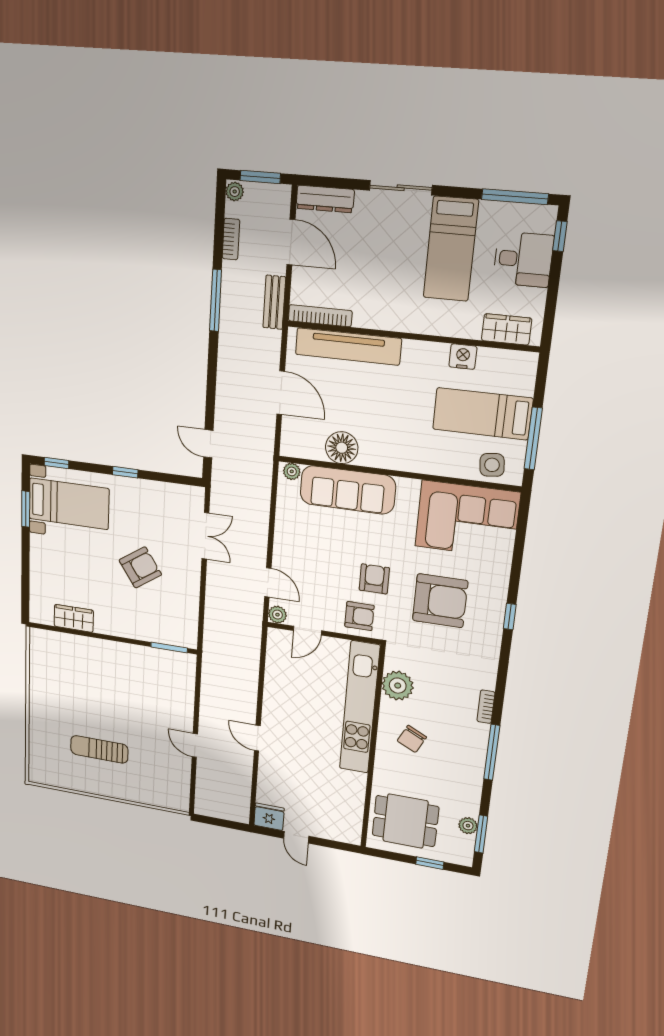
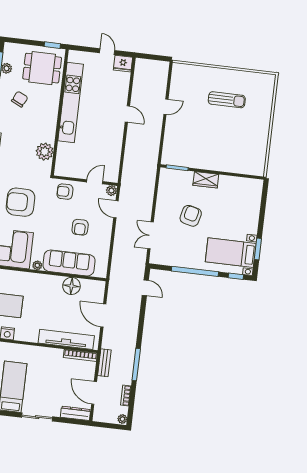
window: (260, 177) -> (109, 426), removed
plant: (292, 471) -> (37, 265), moved
window: (125, 472) -> (195, 271), width x3.17
armchair: (140, 567) -> (191, 216), turned 138
armchair: (374, 579) -> (80, 227), moved
wardrobe: (74, 618) -> (206, 180), moved
kitchen unit: (360, 708) -> (71, 102), moved
chair: (412, 739) -> (20, 99), moved
door: (195, 745) -> (166, 107), hinge flipped
window: (430, 863) -> (52, 45), moved

